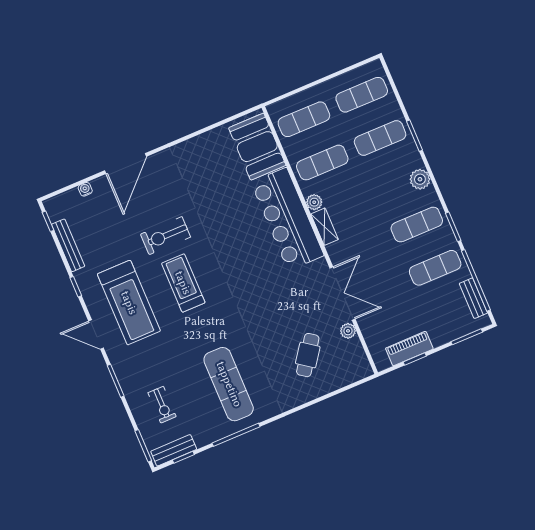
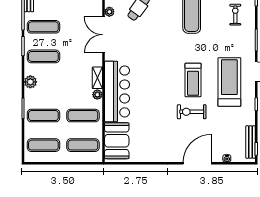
exercise bike: (166, 236) -> (192, 112), turned 180
bench: (68, 245) -> (250, 142), moved

